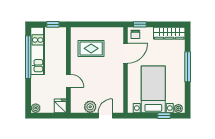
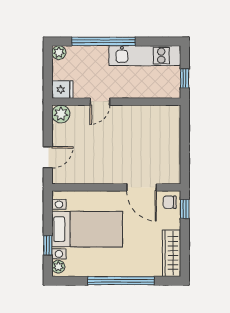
rug: (91, 48) -> (148, 136), removed
window: (28, 57) -> (103, 41), moved
window: (188, 67) -> (121, 281), width x1.46
plant: (90, 107) -> (61, 114), moved
door: (105, 116) -> (48, 157), hinge flipped

